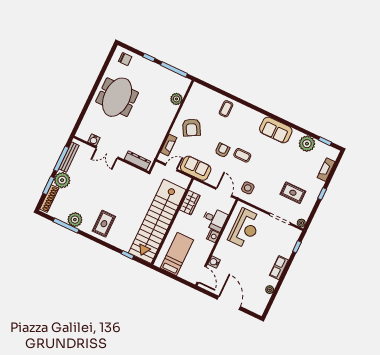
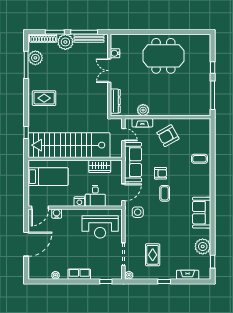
chair: (125, 59) -> (201, 47), removed
plant: (176, 99) -> (143, 110), moved
sofa: (196, 168) -> (133, 162), width x1.36
plant: (75, 220) -> (35, 58), moved

